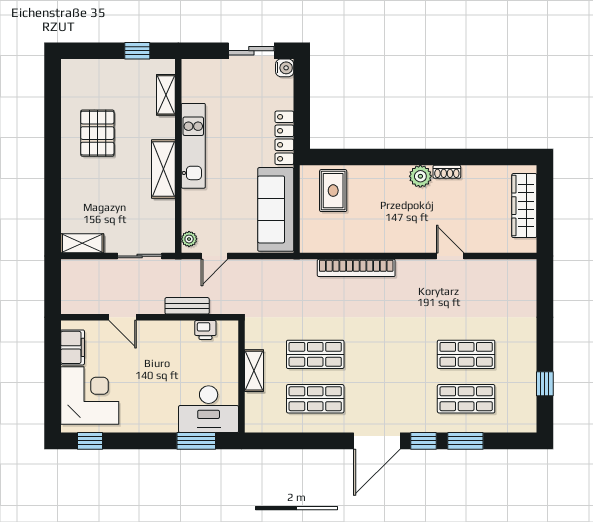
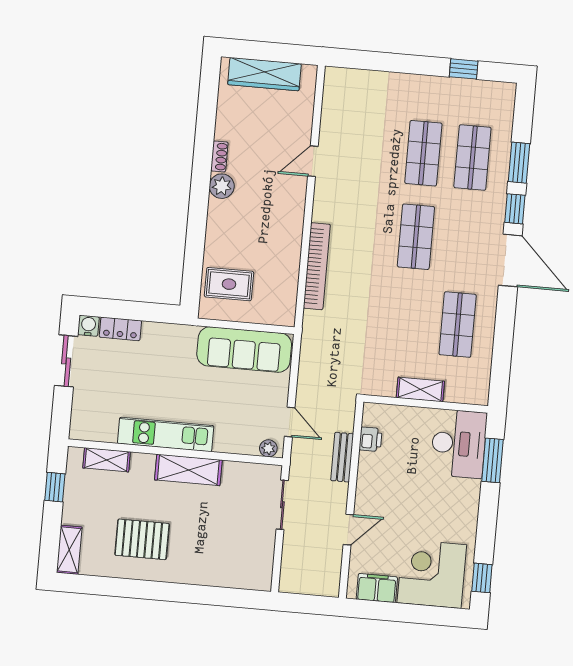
locker: (284, 138) -> (120, 329), moved, width x0.66
shelving: (82, 243) -> (69, 550), moved
shop shelf: (315, 354) -> (416, 237), moved

